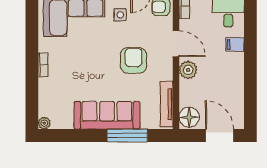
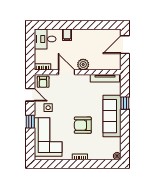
door: (176, 44) -> (66, 72), hinge flipped
armchair: (134, 61) -> (83, 125), moved
floor lamp: (189, 117) -> (113, 64), removed
window: (127, 136) -> (125, 103), width x0.46

